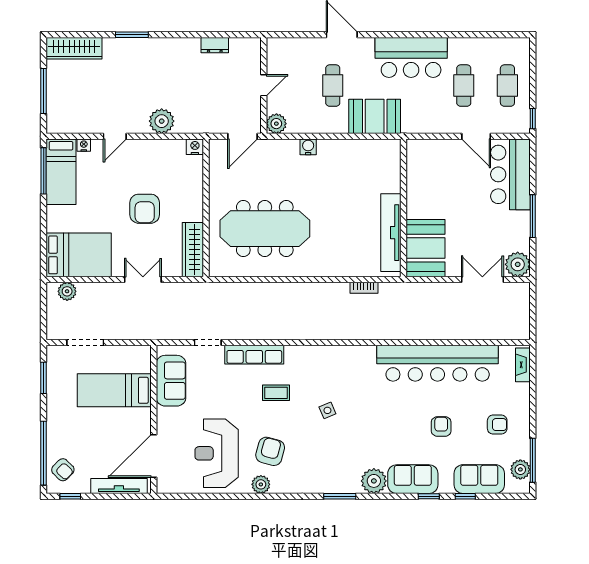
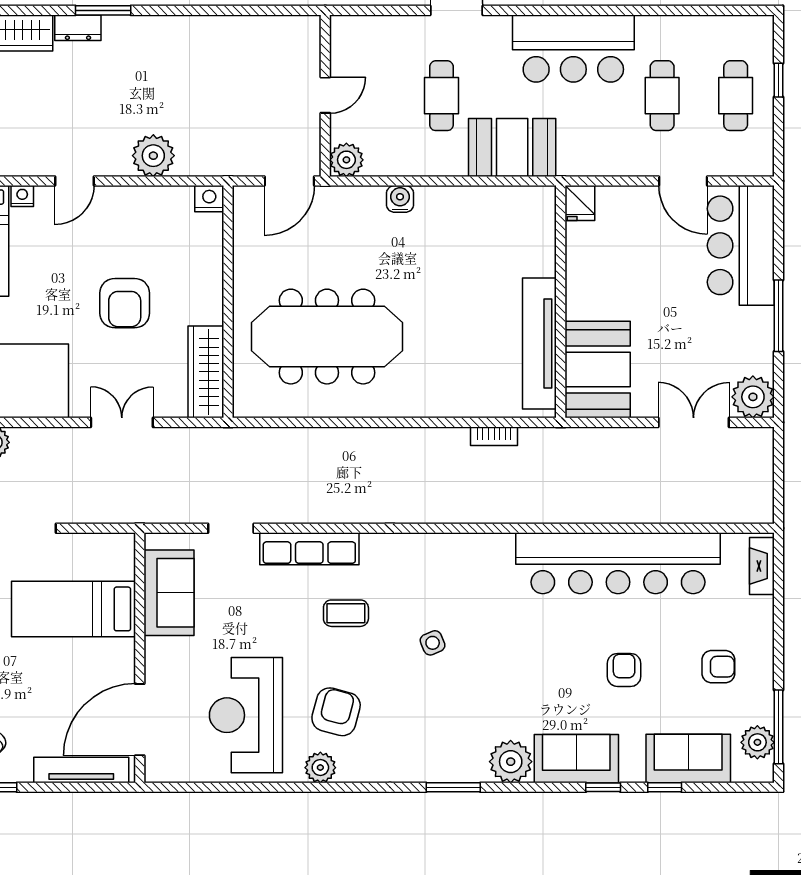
dresser: (215, 45) -> (78, 28), moved
window: (533, 119) -> (778, 80), moved
fridge: (415, 149) -> (580, 203), added

